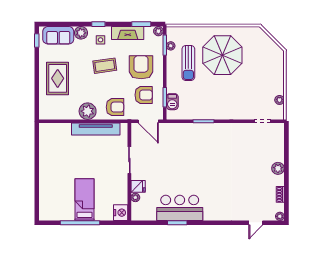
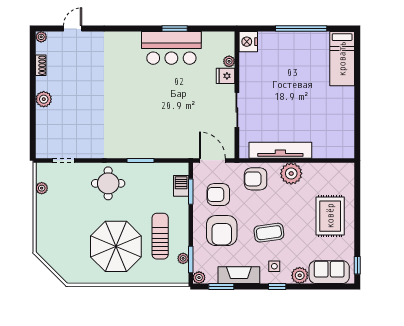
round table: (228, 104) -> (108, 183), added
bed: (85, 200) -> (342, 59), moved

